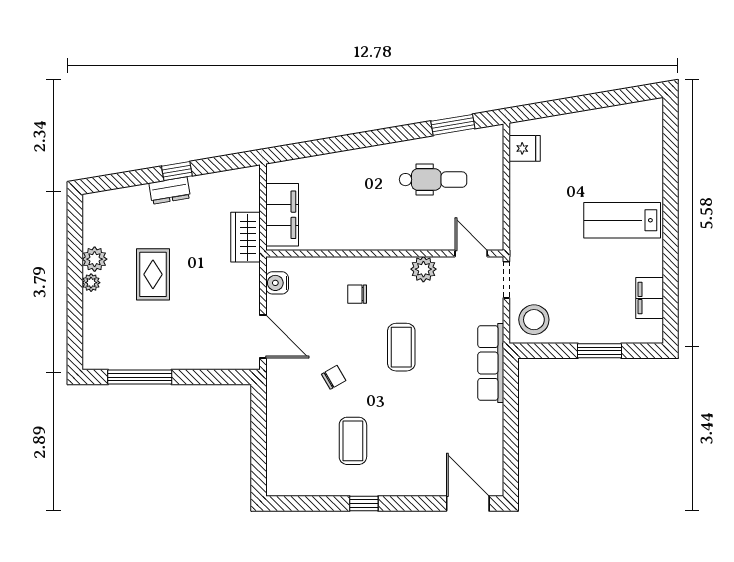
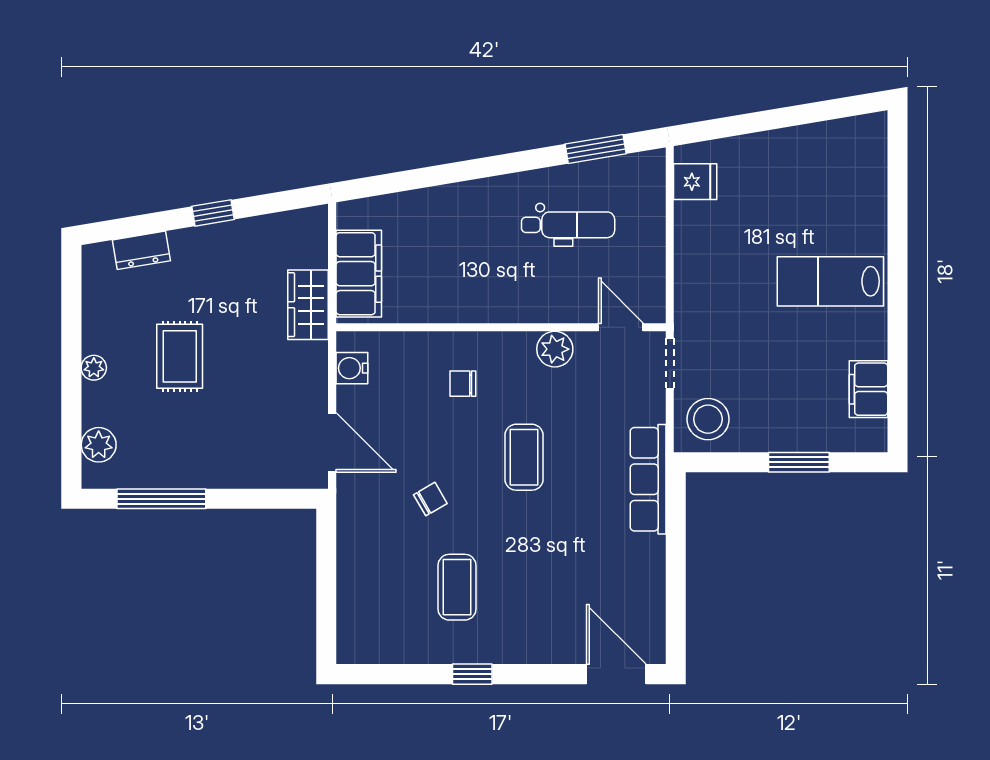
dresser: (170, 190) -> (141, 250), moved
plant: (95, 259) -> (99, 445), moved

